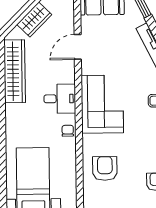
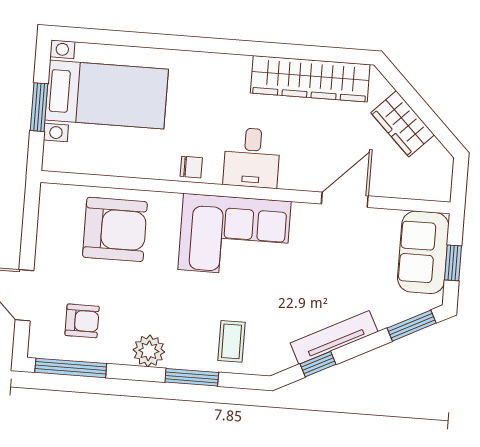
door: (78, 47) -> (345, 200), hinge flipped
armchair: (105, 169) -> (115, 229), width x1.36, depth x1.36

